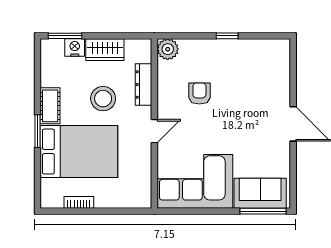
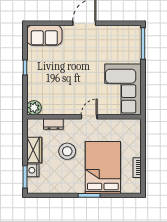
dresser: (143, 85) -> (53, 124), width x0.70
armchair: (199, 93) -> (64, 86), removed
cot: (50, 106) -> (72, 187), removed
door: (154, 131) -> (89, 117), hinge flipped
sofa: (260, 193) -> (44, 35), moved, turned -90

